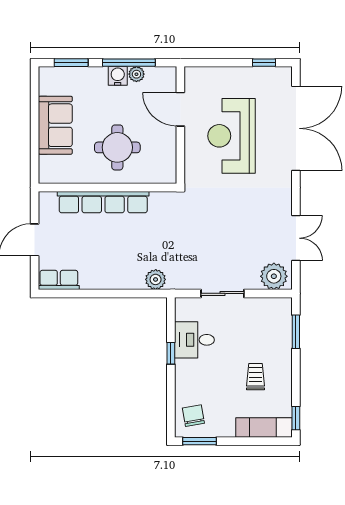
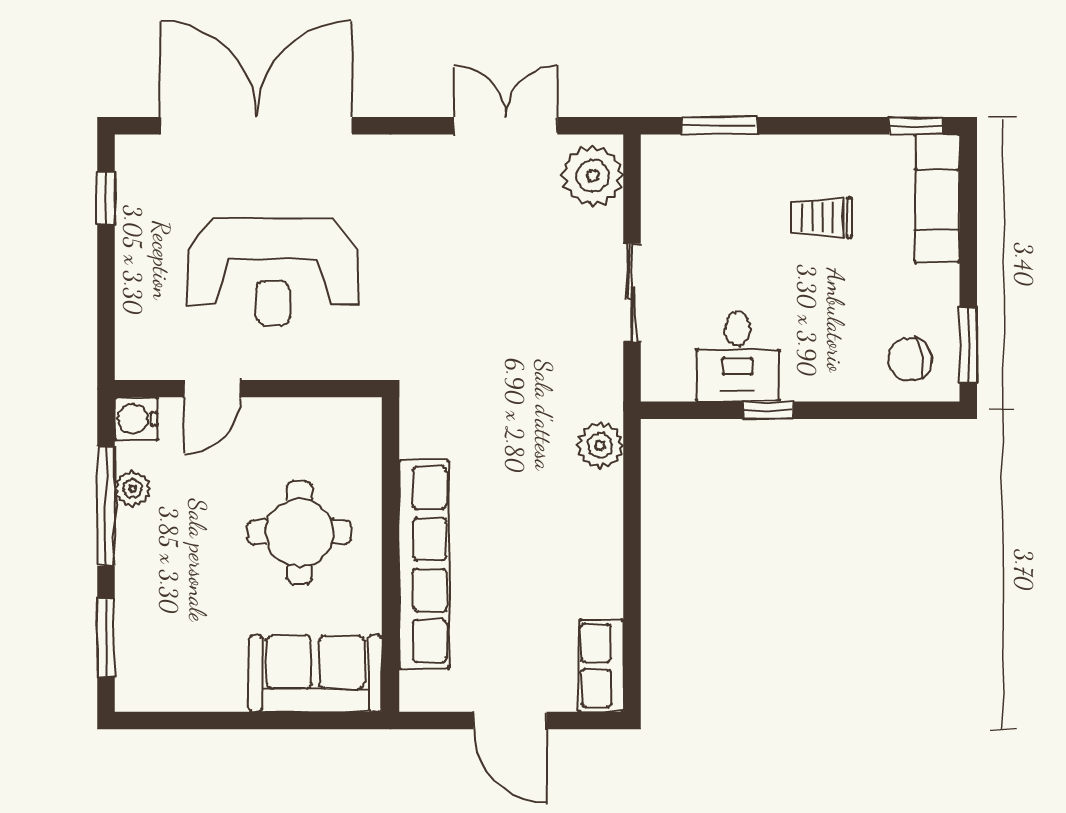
water cooler: (118, 76) -> (136, 419), moved
door: (180, 109) -> (212, 389), width x0.73
sofa: (55, 125) -> (315, 674), moved

